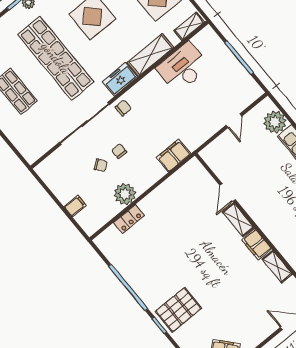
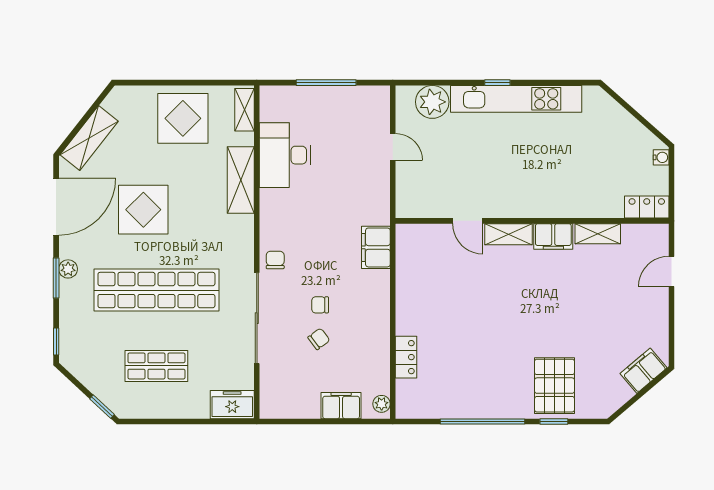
freezer: (120, 79) -> (232, 405), moved, turned 90
plant: (125, 194) -> (382, 404), moved, width x0.53, depth x0.53
filing cabinet: (75, 206) -> (341, 406), width x2.00

